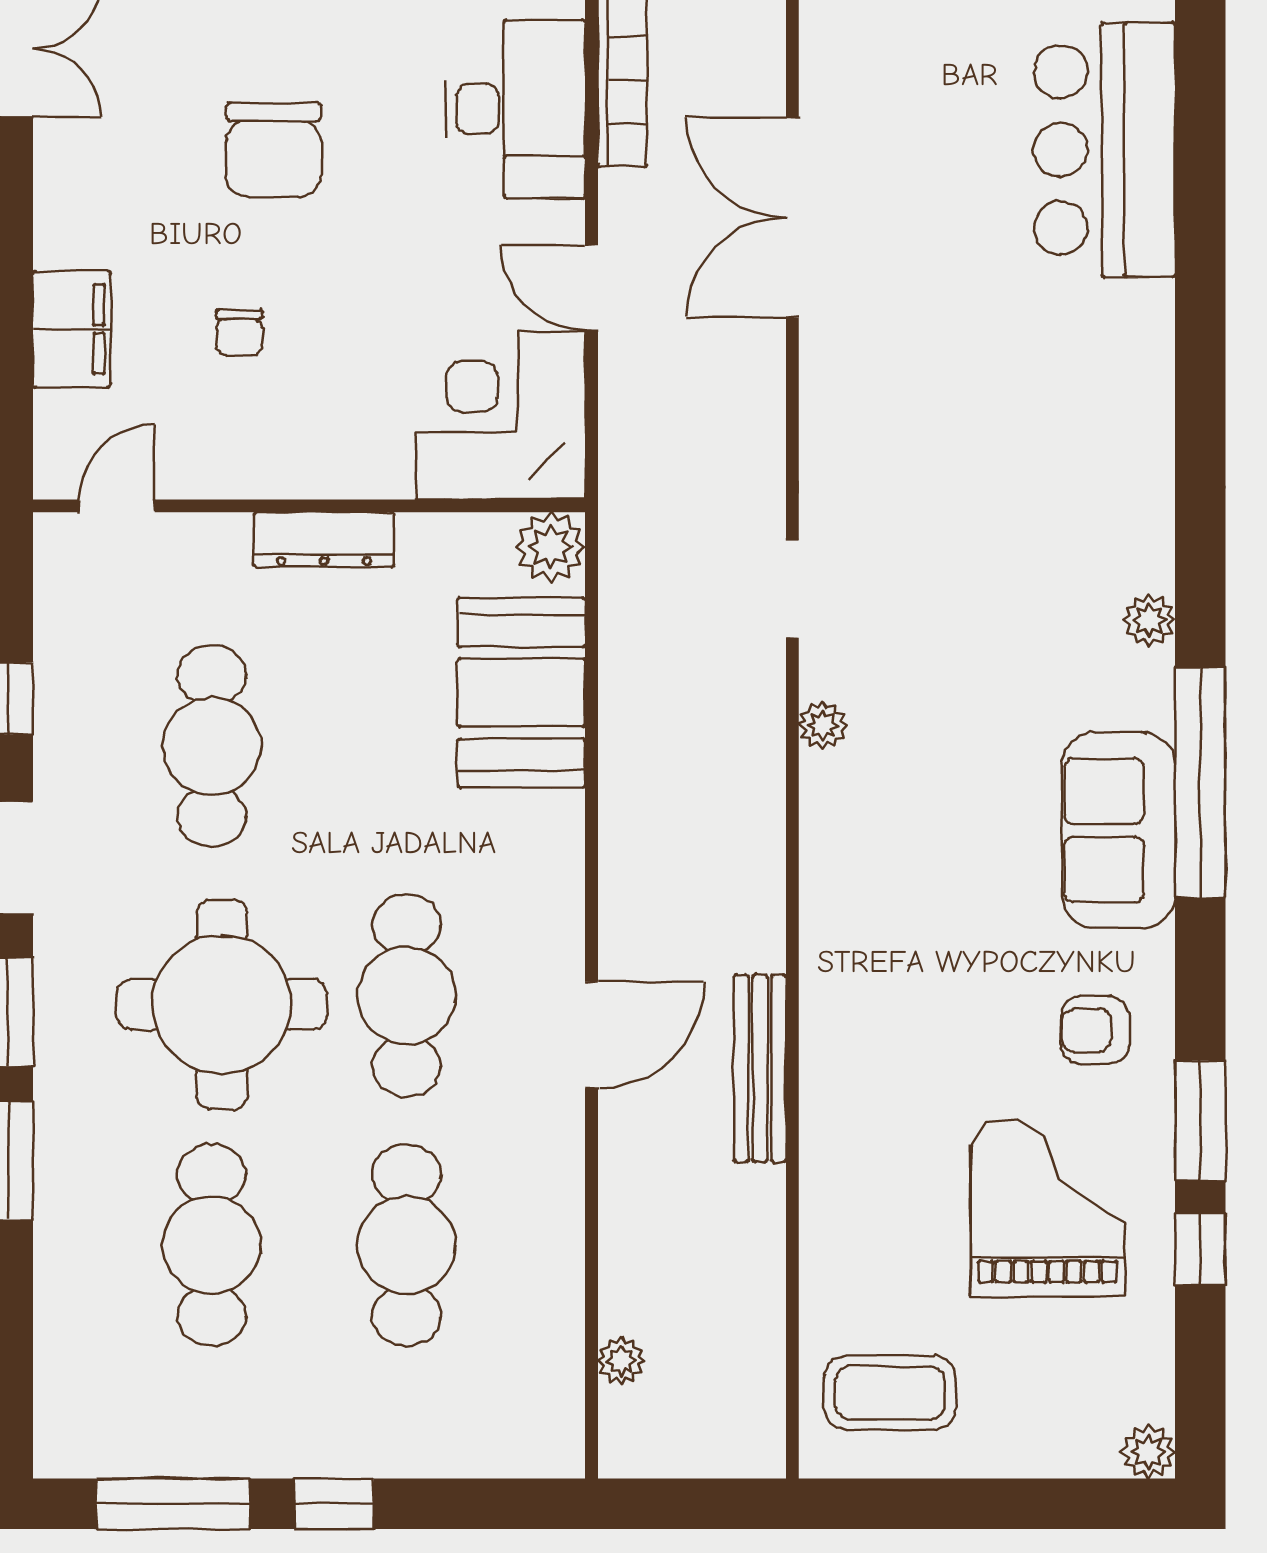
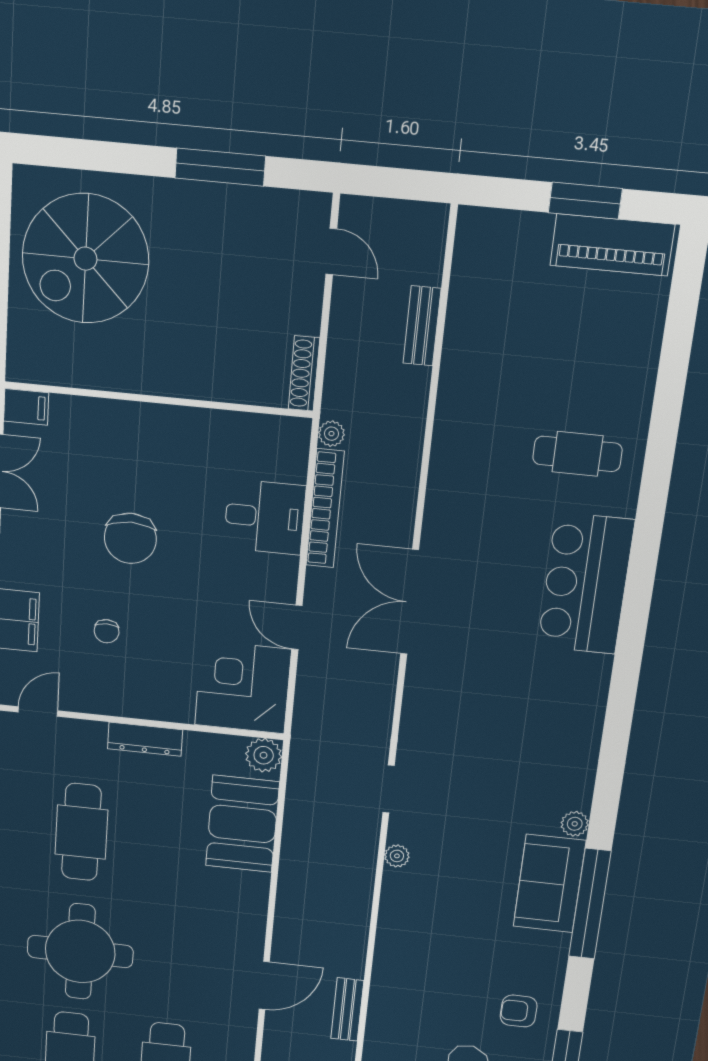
desk: (515, 109) -> (265, 517), width x0.73
sofa: (1118, 830) -> (549, 884), moved
cafe table: (406, 995) -> (173, 958), removed
bench: (760, 1068) -> (347, 1010), width x0.73

